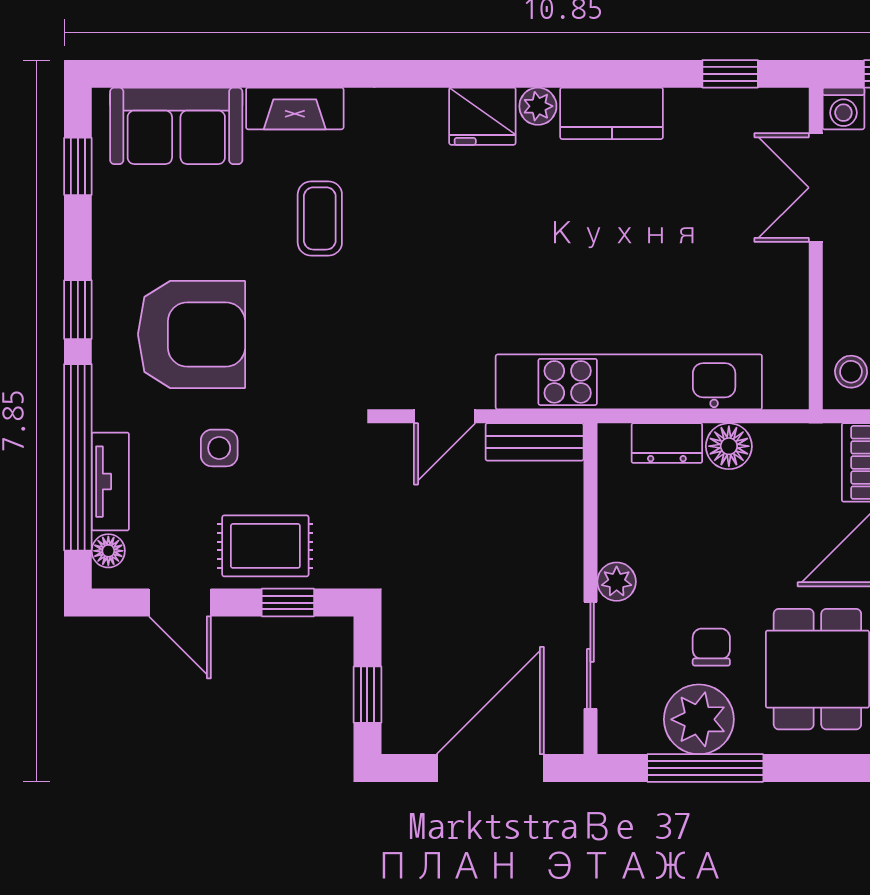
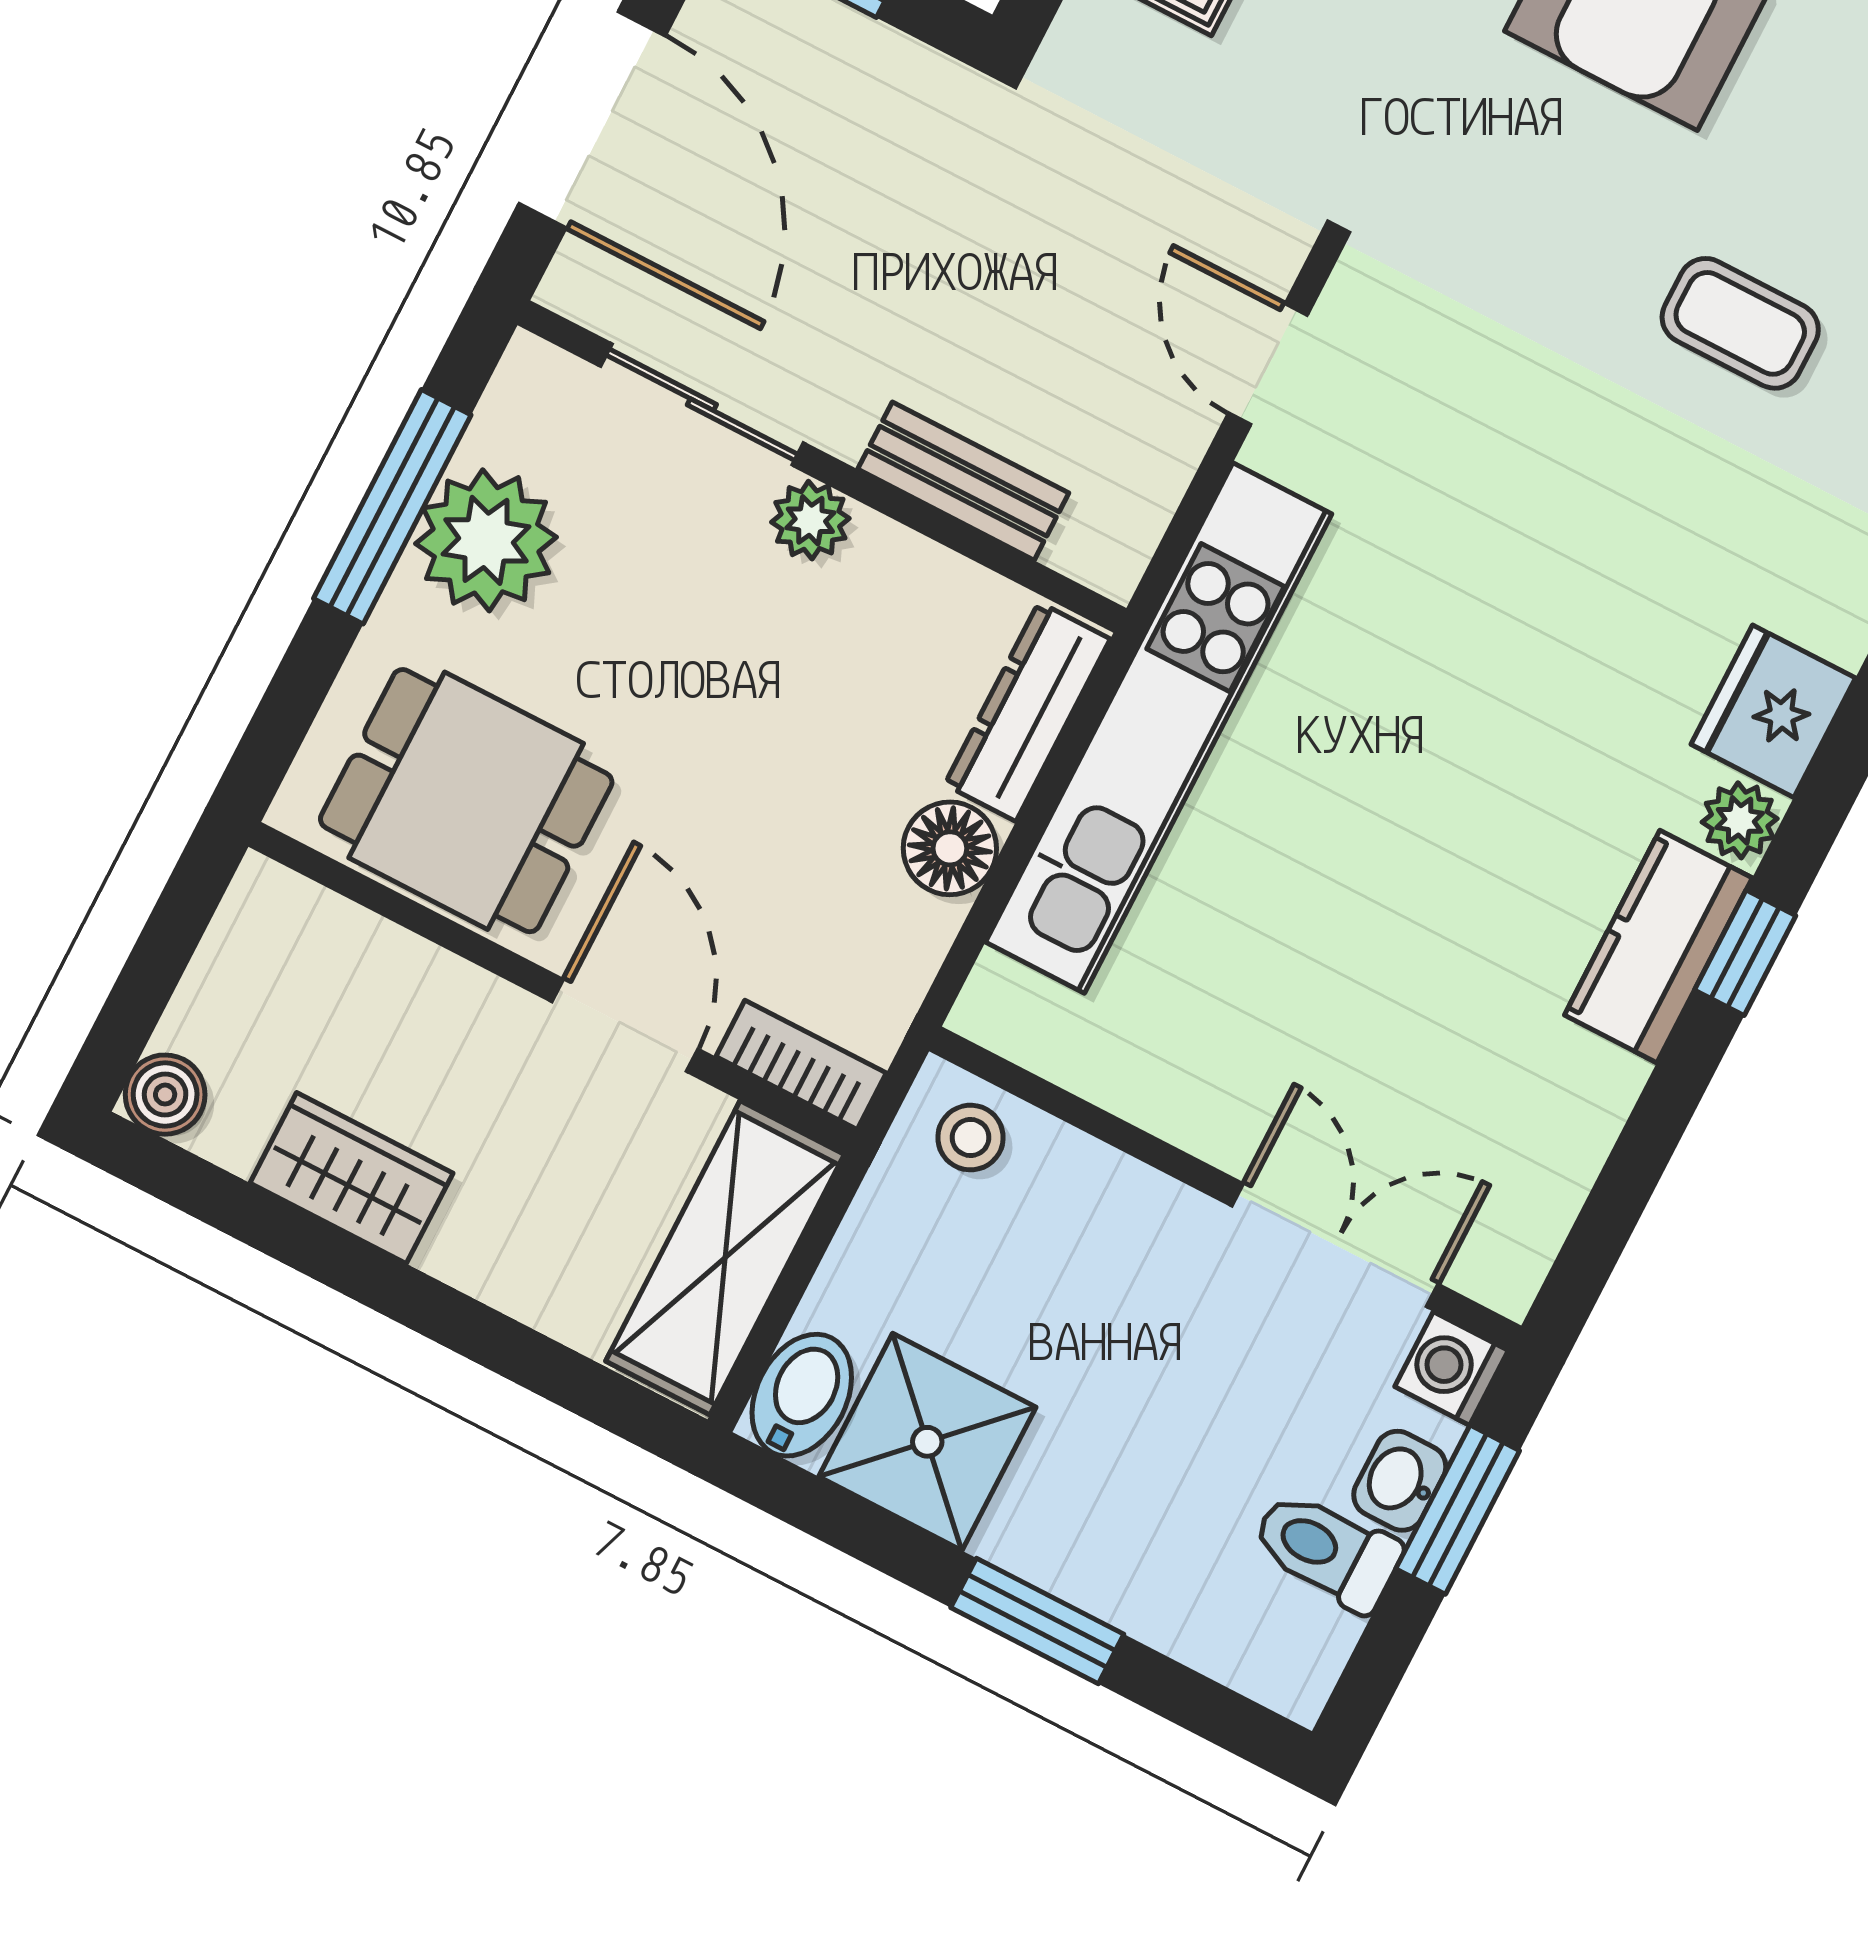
window: (730, 74) -> (1745, 953), moved
bench: (535, 442) -> (963, 481), moved, turned 90
dresser: (667, 443) -> (1027, 712), width x1.44
chair: (711, 647) -> (604, 630), removed

